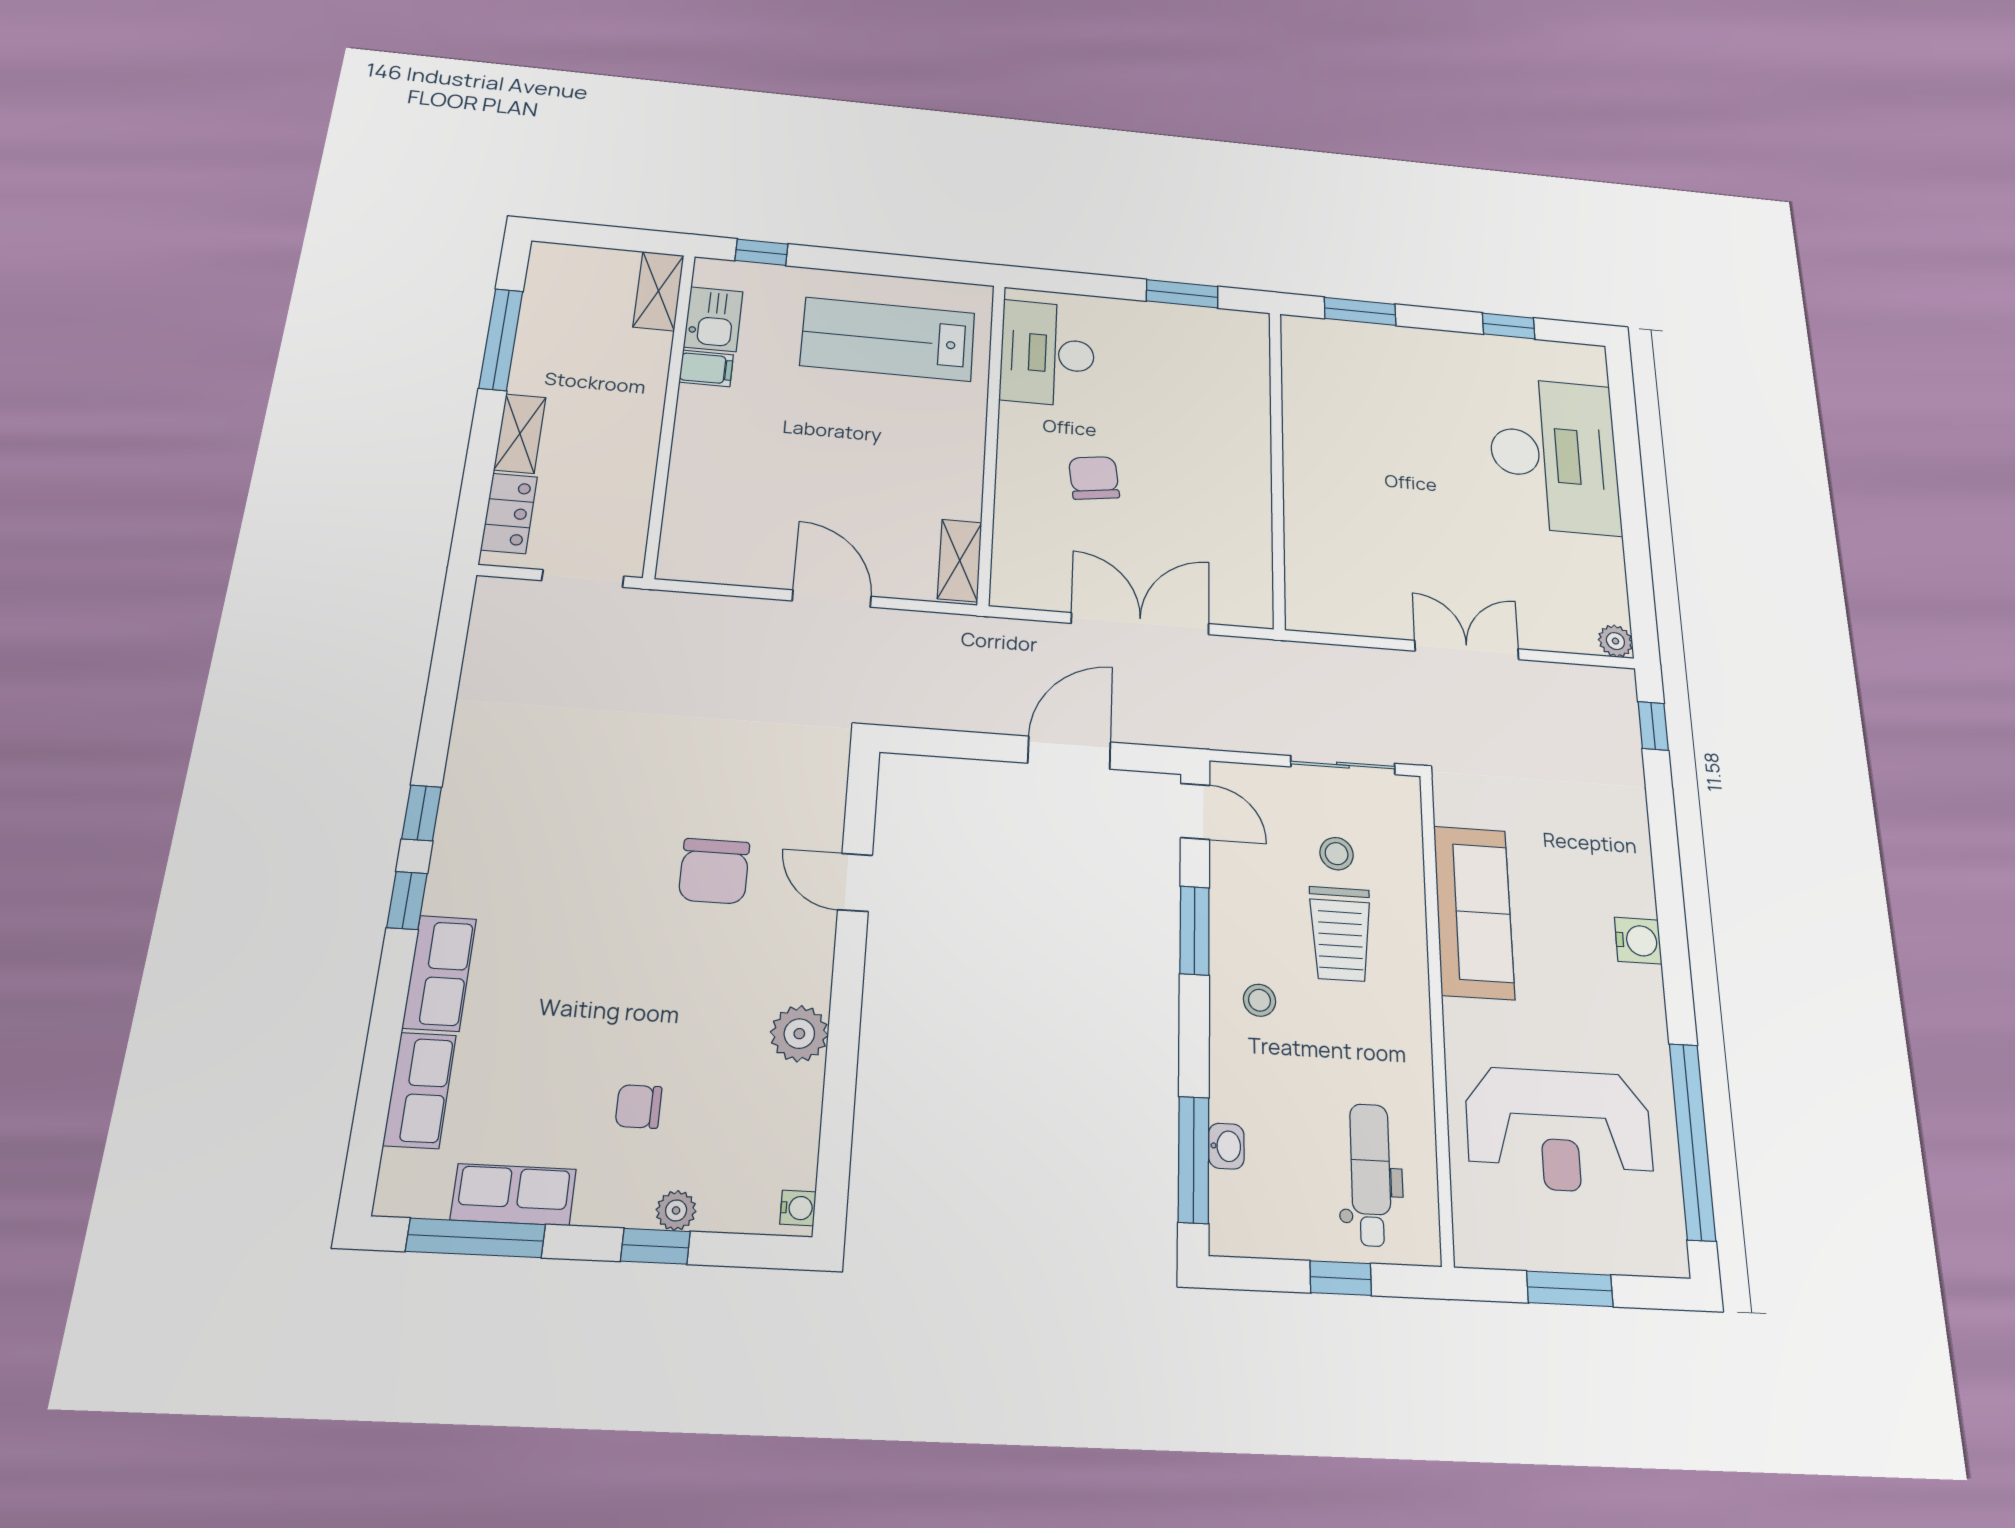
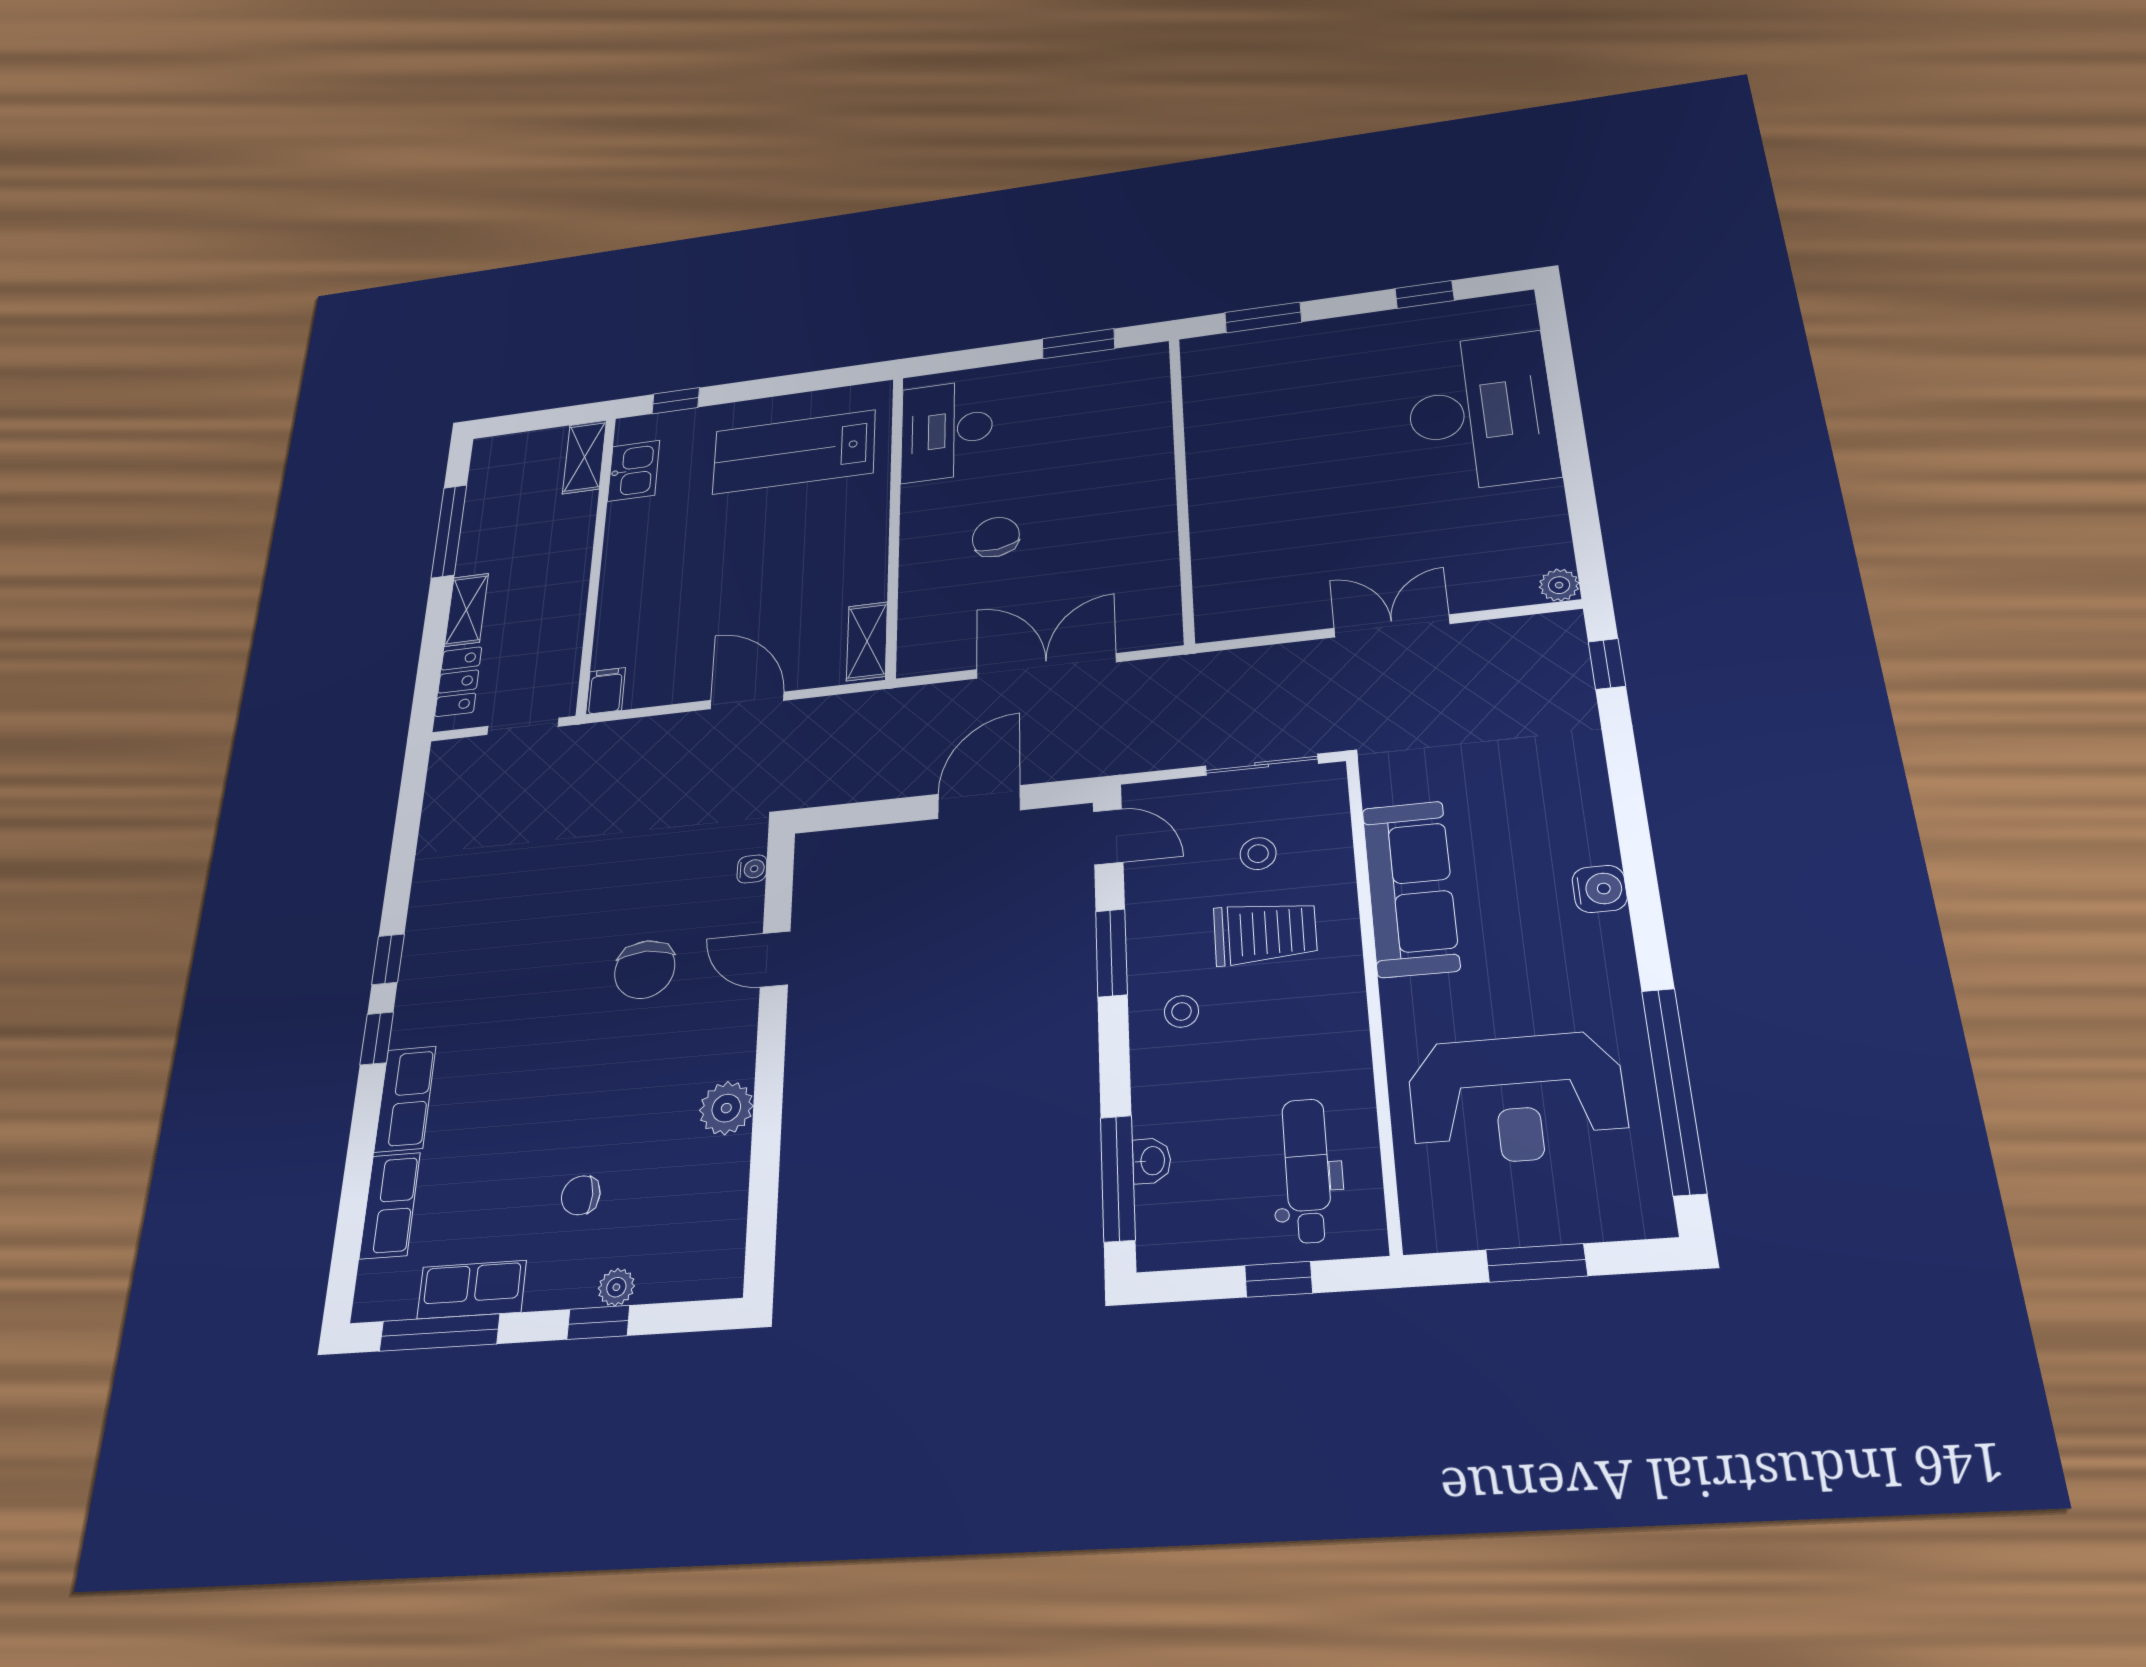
filing cabinet: (706, 368) -> (606, 691), moved, turned -90
trolley: (1340, 934) -> (1265, 933), turned -90
water cooler: (798, 1208) -> (752, 869), moved

